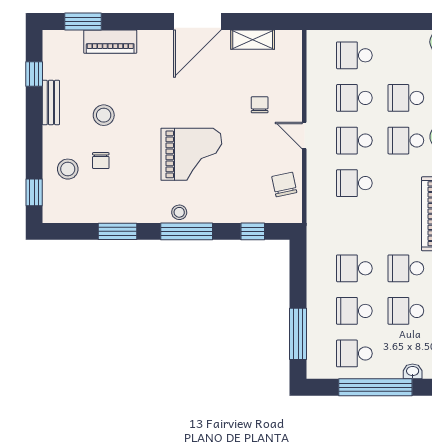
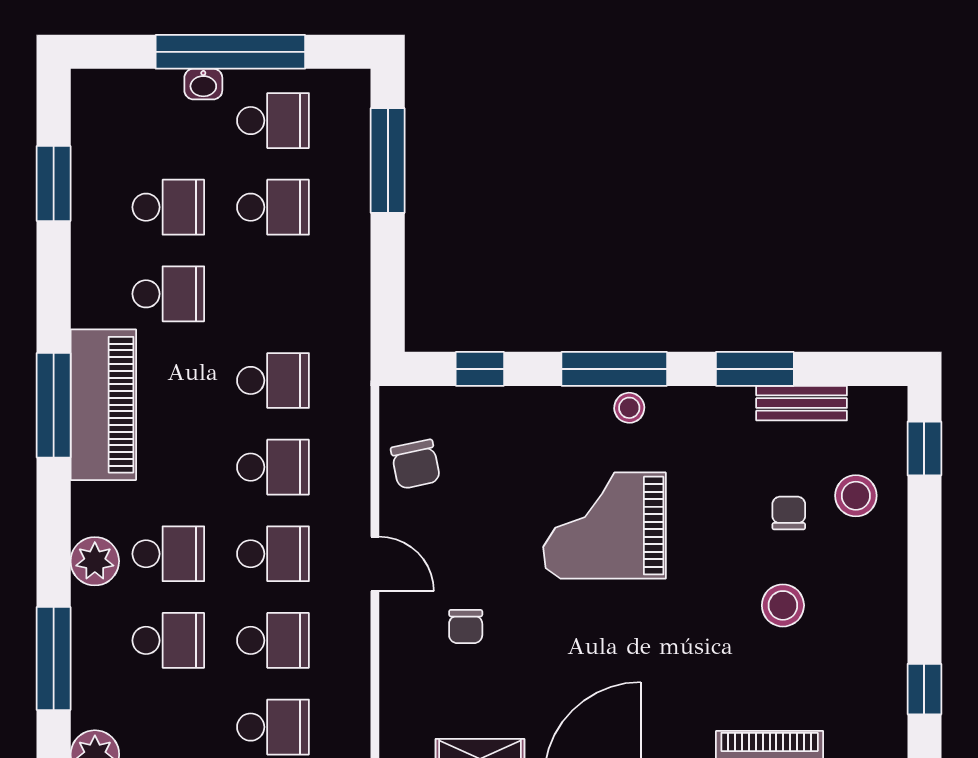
bench: (51, 102) -> (802, 403), moved, turned 90
school desk: (354, 268) -> (273, 380), moved
washbasin: (413, 371) -> (203, 84), moved

